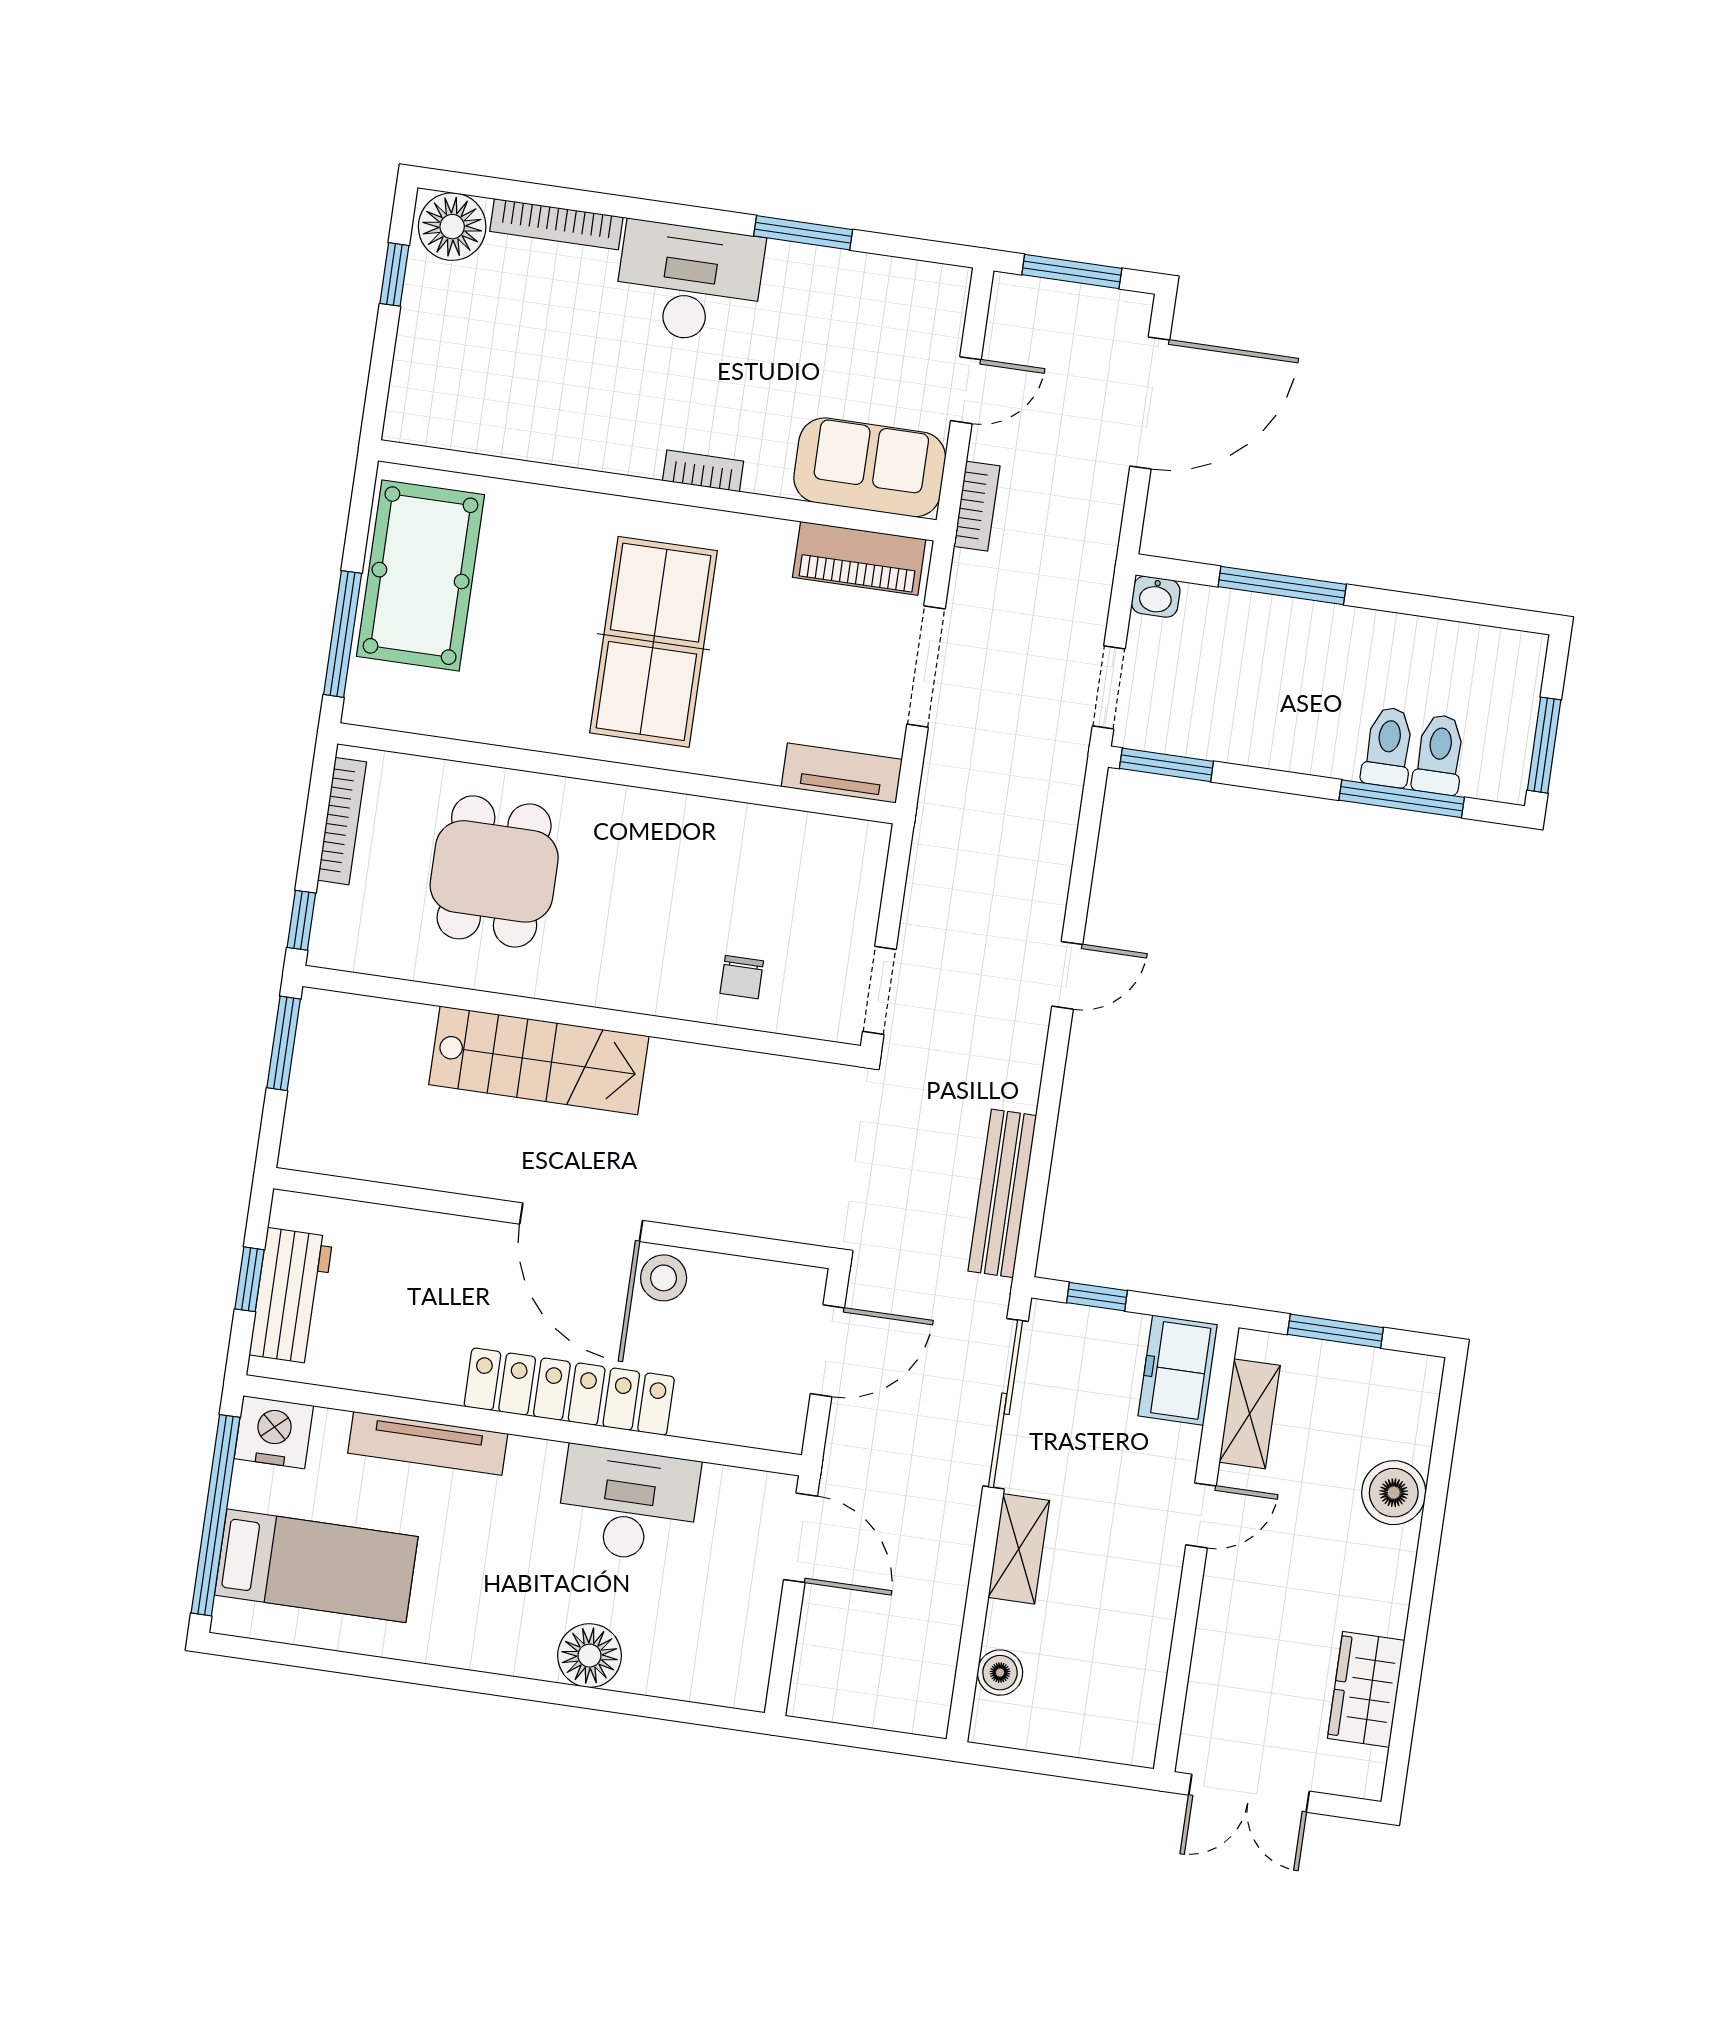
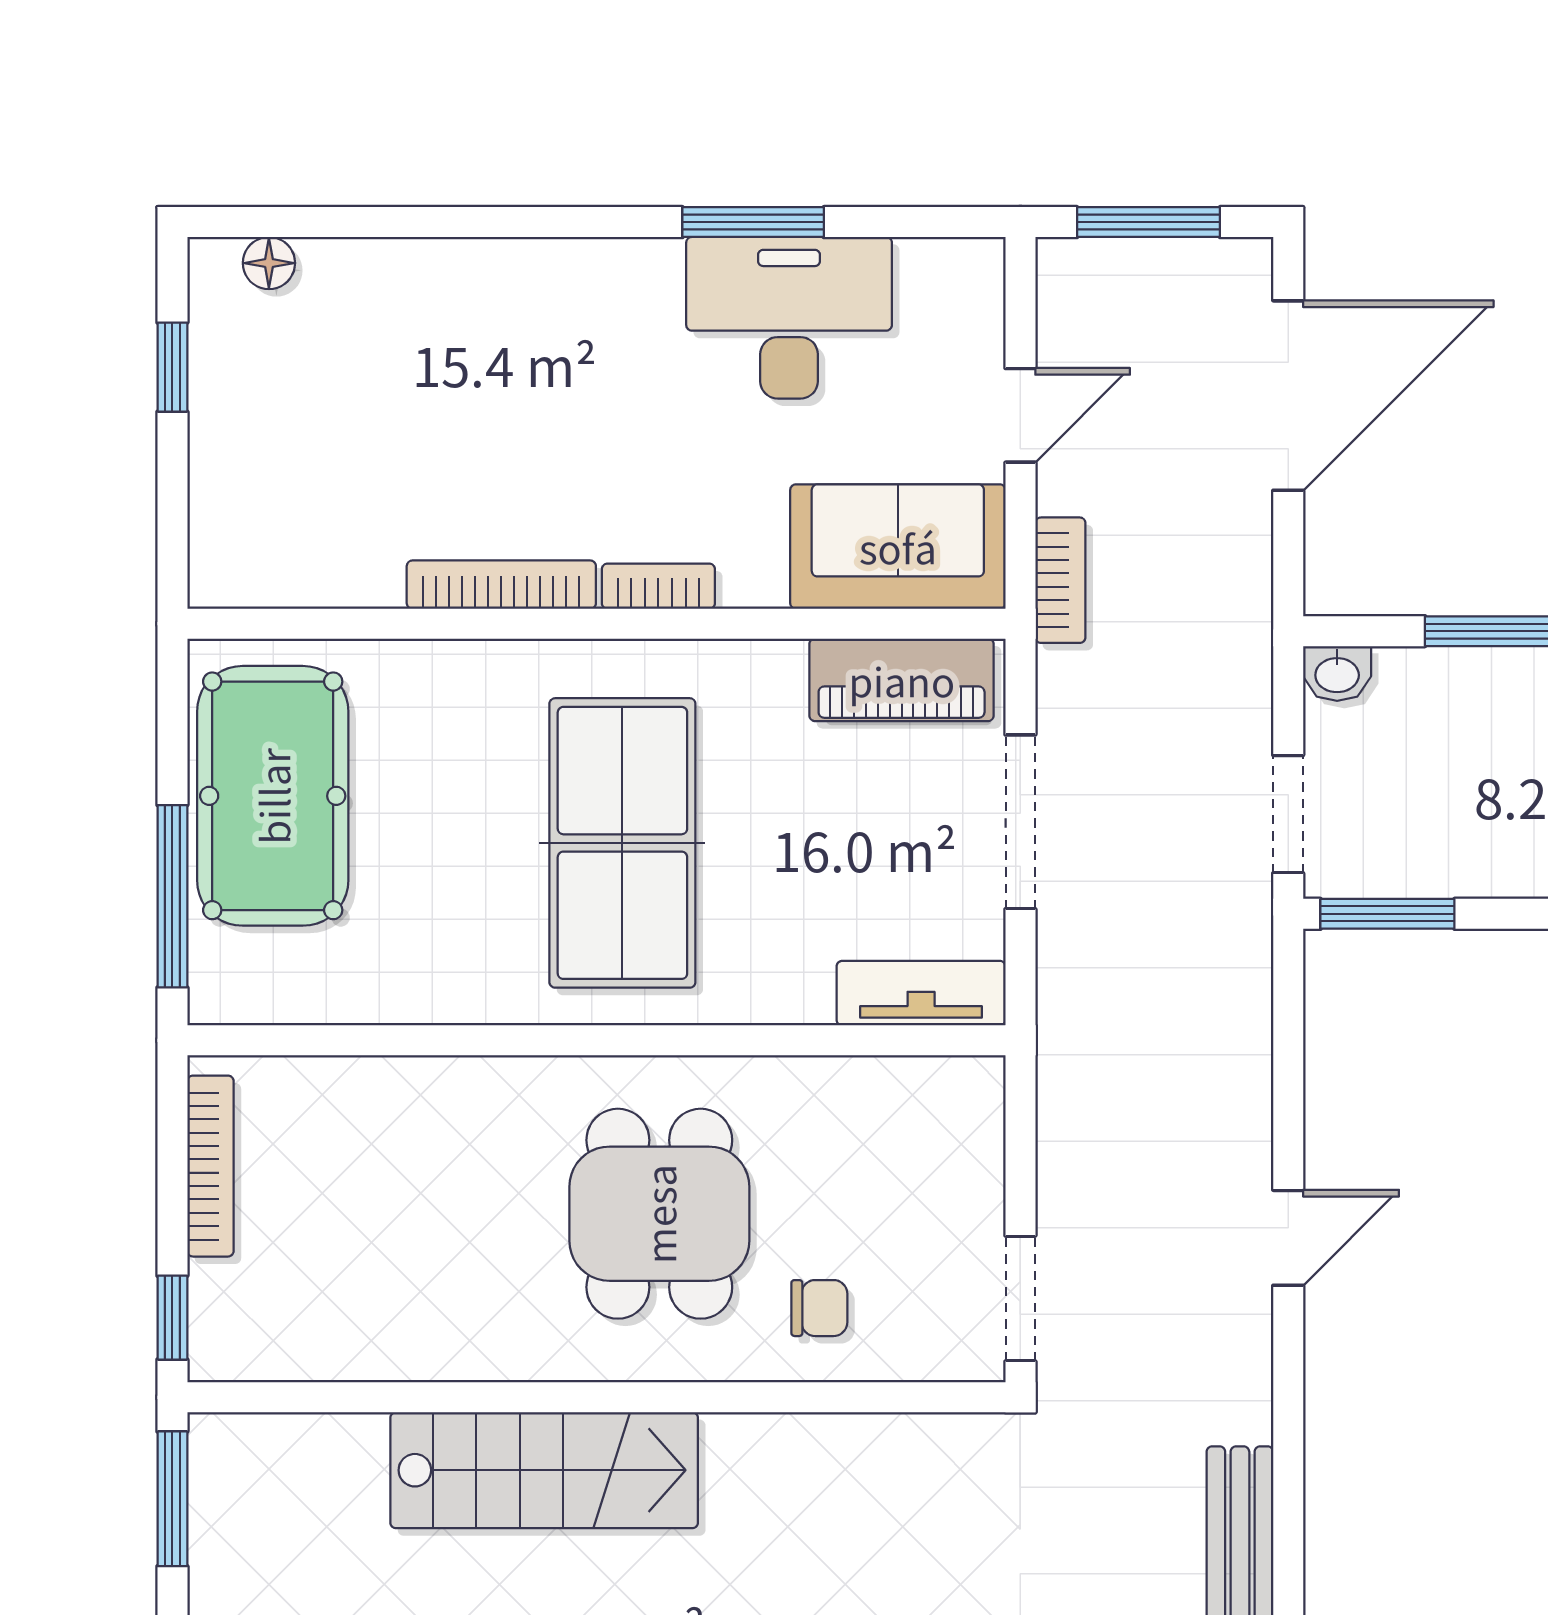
bookcase: (556, 224) -> (501, 585), moved, turned 180
floor lamp: (452, 227) -> (269, 263), width x0.53, depth x0.53
desk: (689, 283) -> (789, 318), moved
dining table: (494, 871) -> (659, 1214), moved
chair: (742, 977) -> (819, 1308), turned -90

